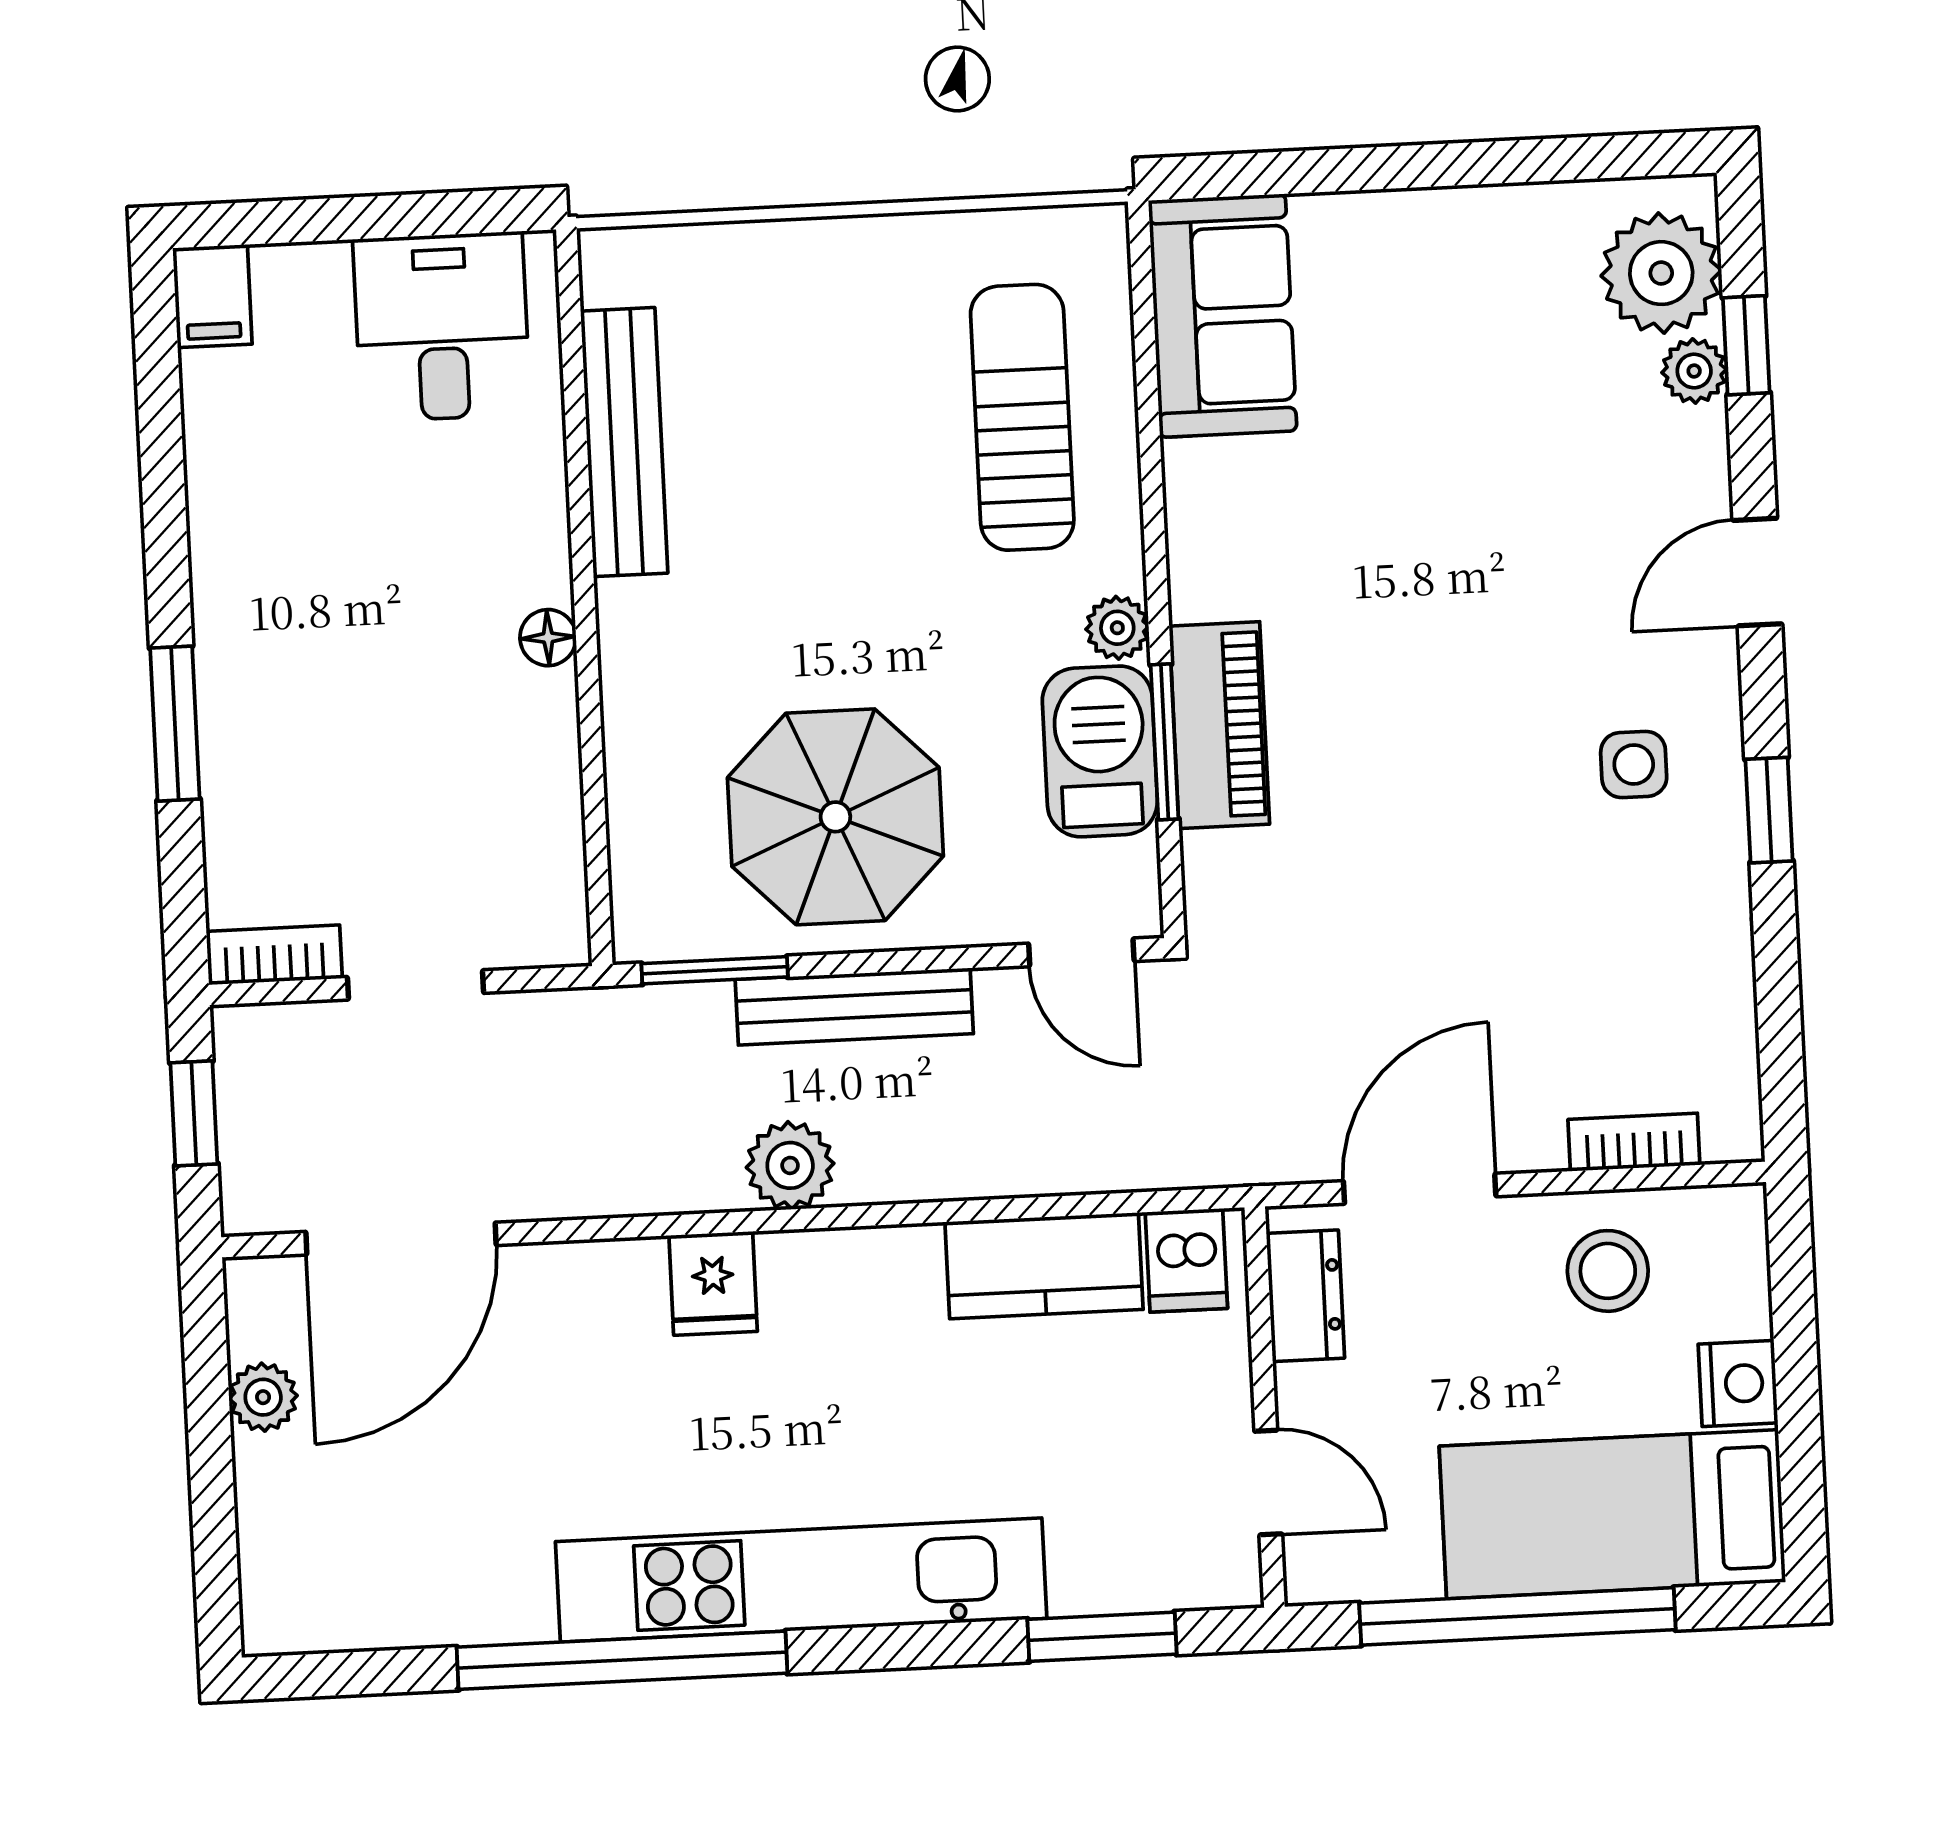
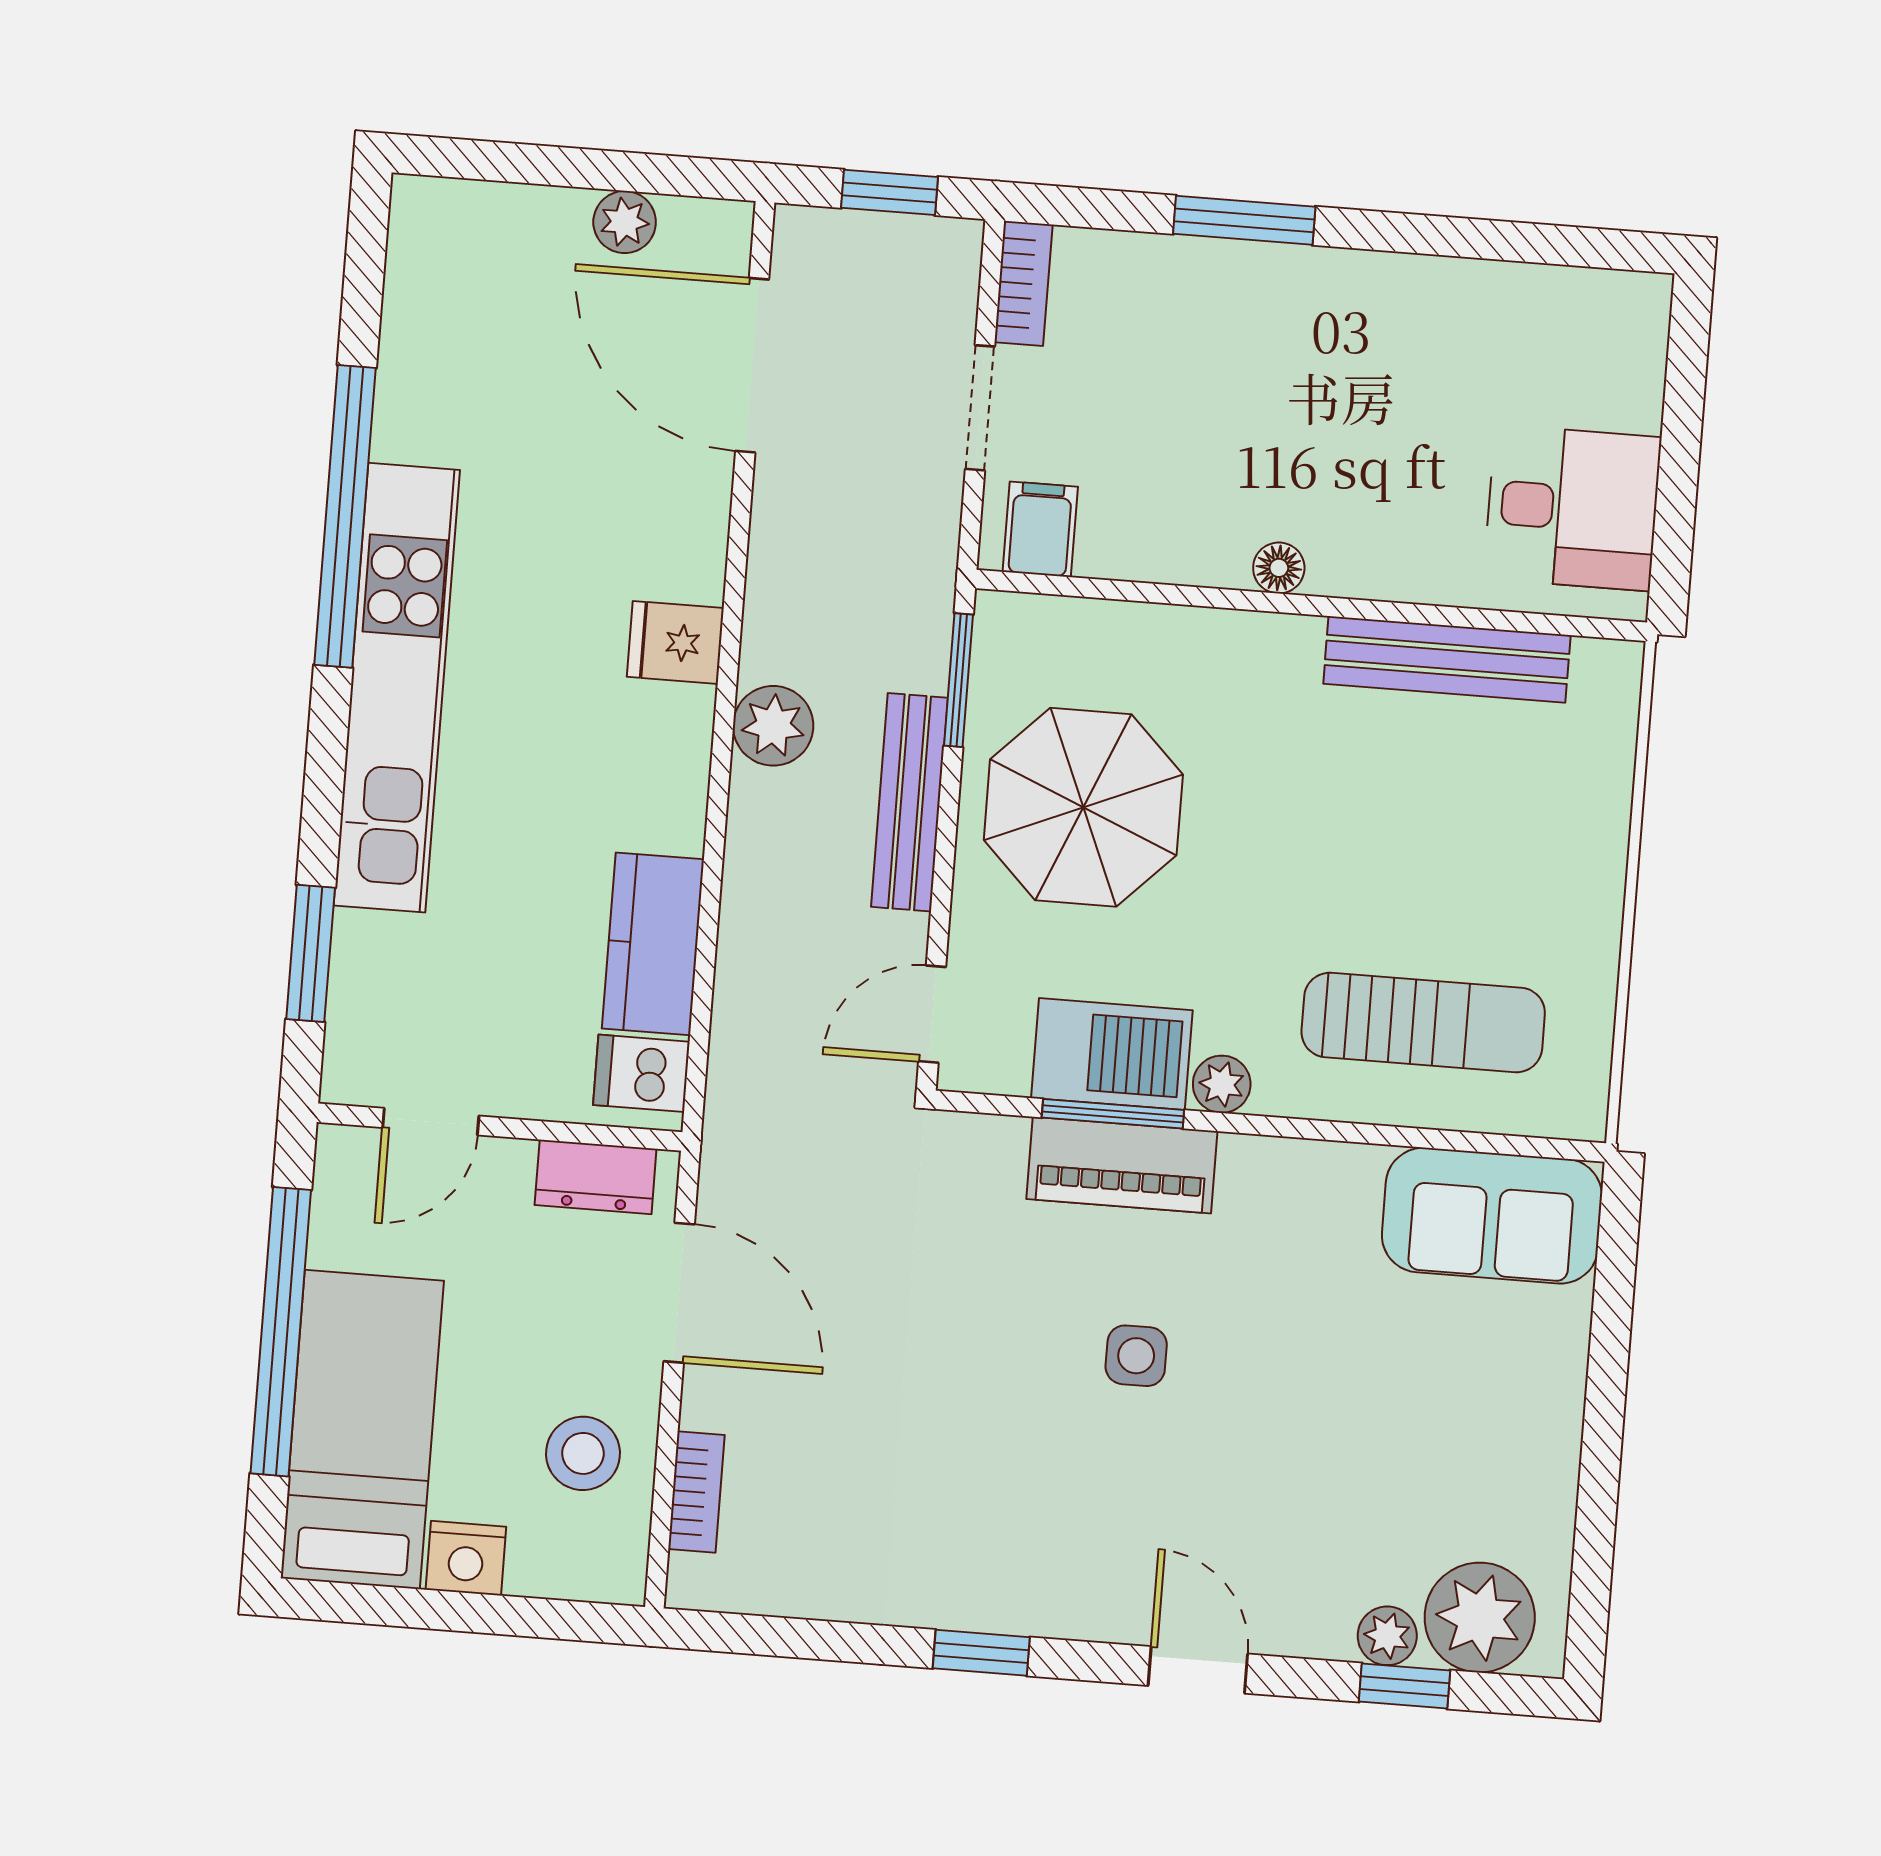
filing cabinet: (212, 296) -> (1040, 529), moved, turned 90
side table: (1634, 764) -> (1136, 1356), moved

